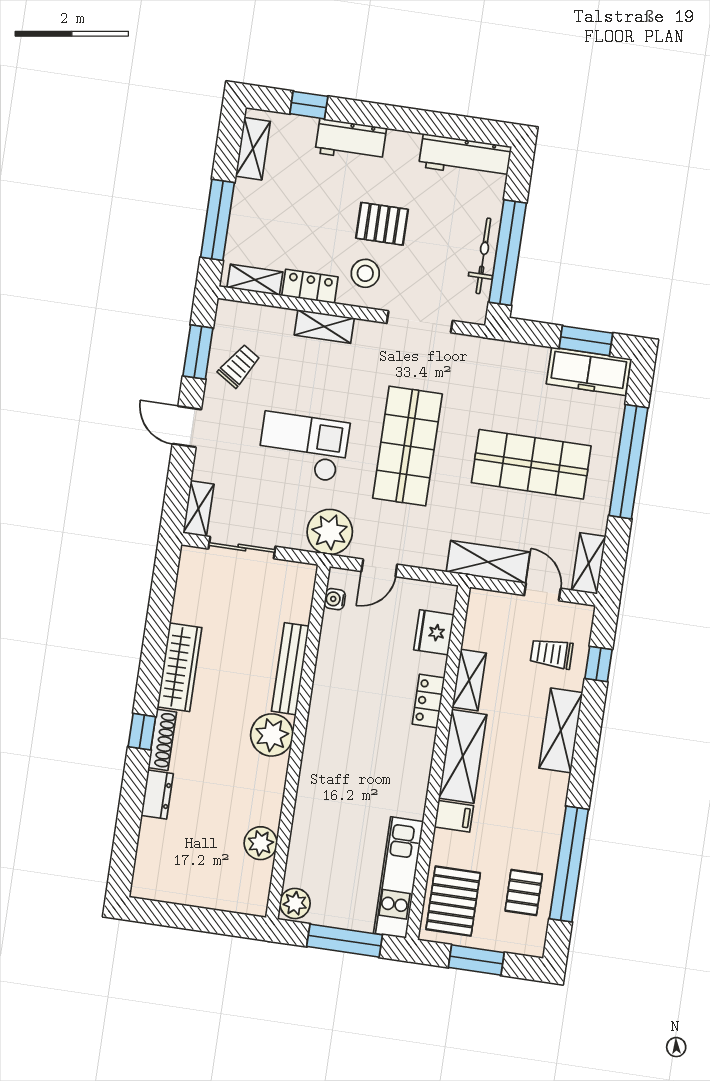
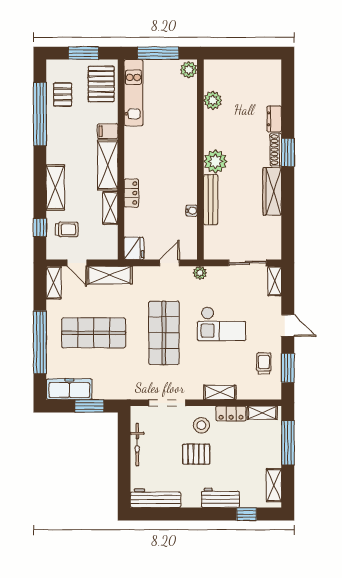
window: (508, 253) -> (124, 448), removed
window: (586, 341) -> (89, 406), moved
trolley: (239, 366) -> (264, 363), turned 147
plant: (330, 532) -> (200, 273), width x0.53, depth x0.53
water cooler: (335, 599) -> (192, 211), moved
fridge: (434, 632) -> (134, 248), moved
window: (142, 732) -> (288, 153), width x1.50

